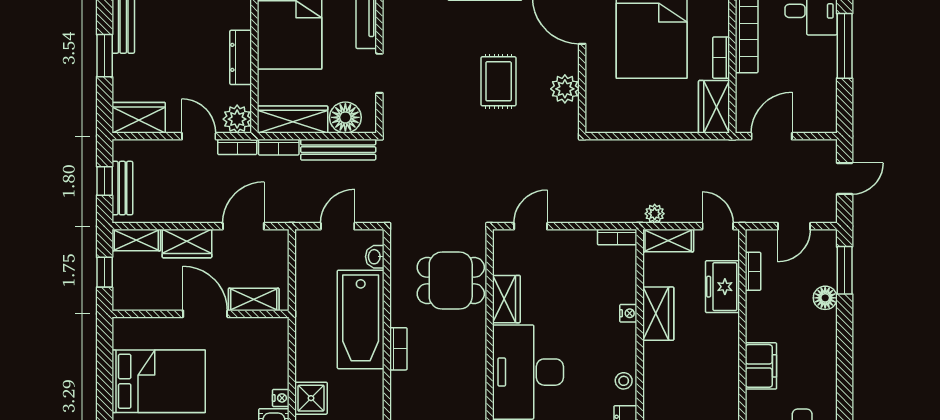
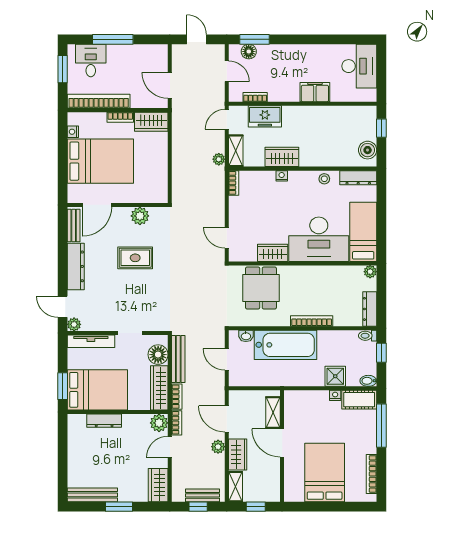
dresser: (241, 57) -> (104, 421), moved
plant: (199, 213) -> (218, 447), added
floor lamp: (825, 298) -> (249, 52), moved
door: (205, 314) -> (282, 443), hinge flipped
bookcase: (398, 349) -> (312, 321), width x1.56

